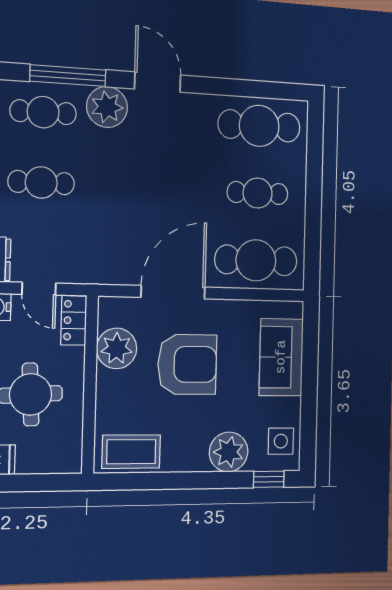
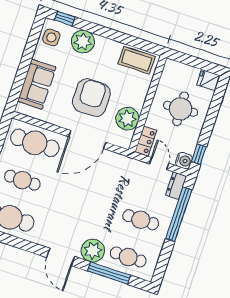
armchair: (187, 364) -> (91, 98), turned 90

